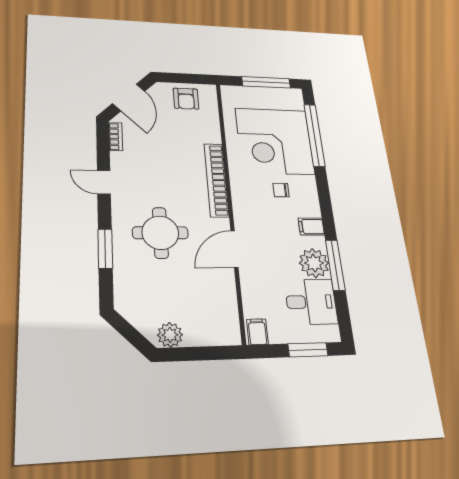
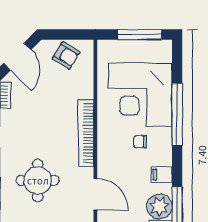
armchair: (186, 99) -> (66, 55), turned -59
window: (314, 135) -> (177, 114), moved
door: (234, 249) -> (95, 194), swing flipped

